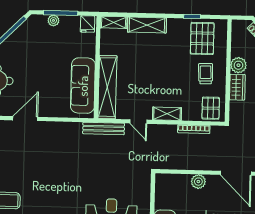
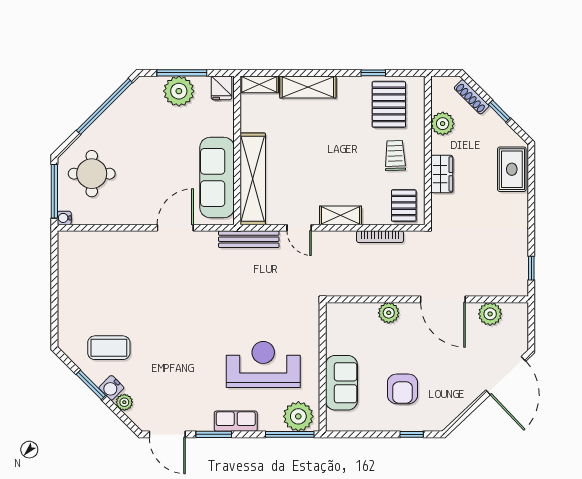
plant: (53, 20) -> (179, 91), width x1.88, depth x1.88
plant: (238, 65) -> (443, 124), moved
door: (25, 119) -> (175, 228), moved

